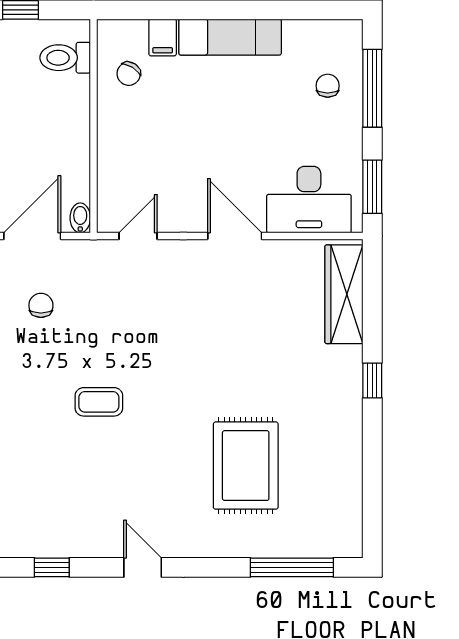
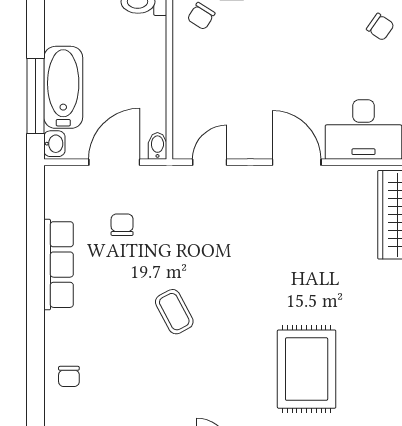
chair: (328, 86) -> (380, 27), turned 125
coffee table: (99, 402) -> (174, 312), turned 62

